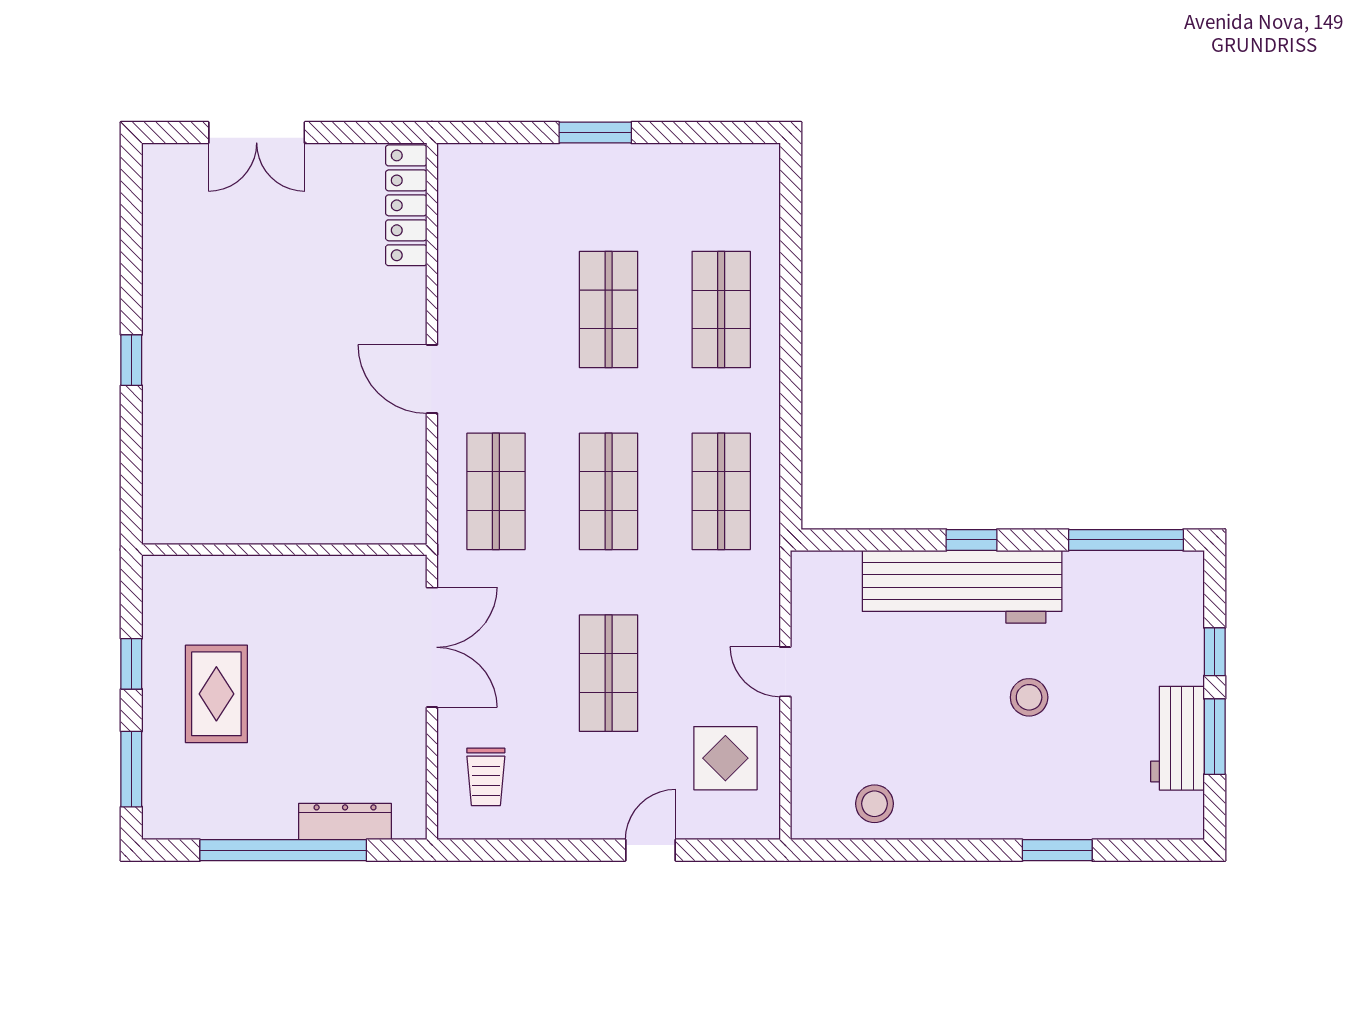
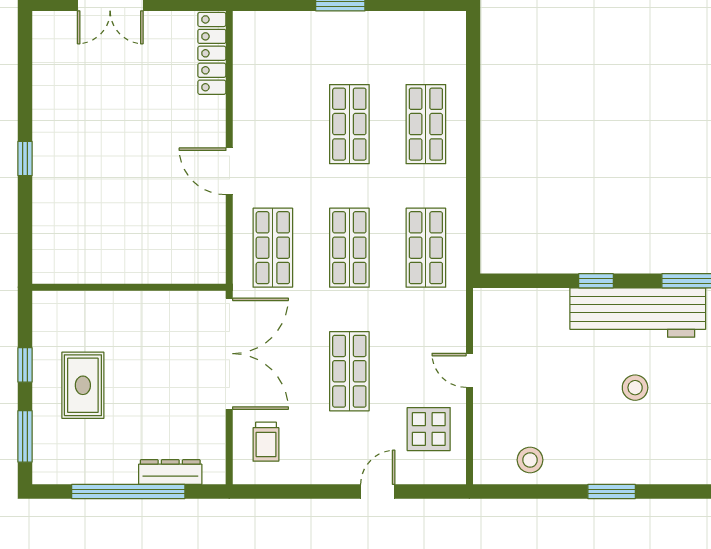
workbench: (962, 587) -> (638, 313), moved
double door: (432, 647) -> (229, 354), width x1.36
window: (1057, 850) -> (612, 491), moved

